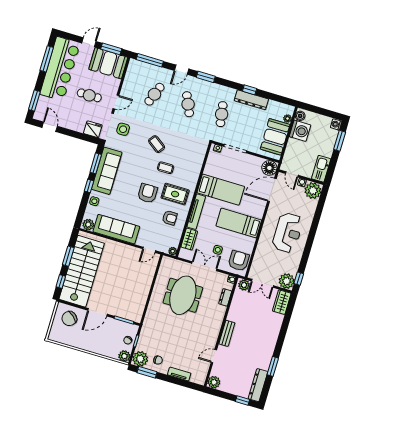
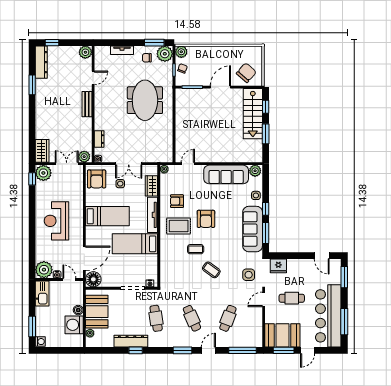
boiler: (300, 116) -> (78, 310), moved
stairs: (82, 271) -> (253, 114), width x0.73, depth x0.66
meeting table: (183, 295) -> (145, 100), moved

